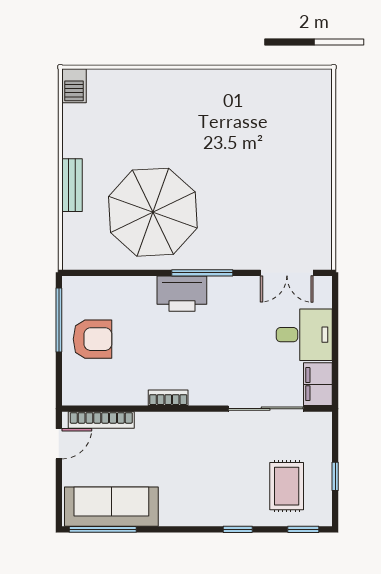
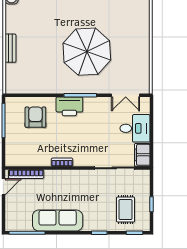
parasol: (153, 212) -> (87, 52), moved
armchair: (92, 339) -> (35, 117), moved, turned -90
sofa: (111, 507) -> (58, 221), moved

